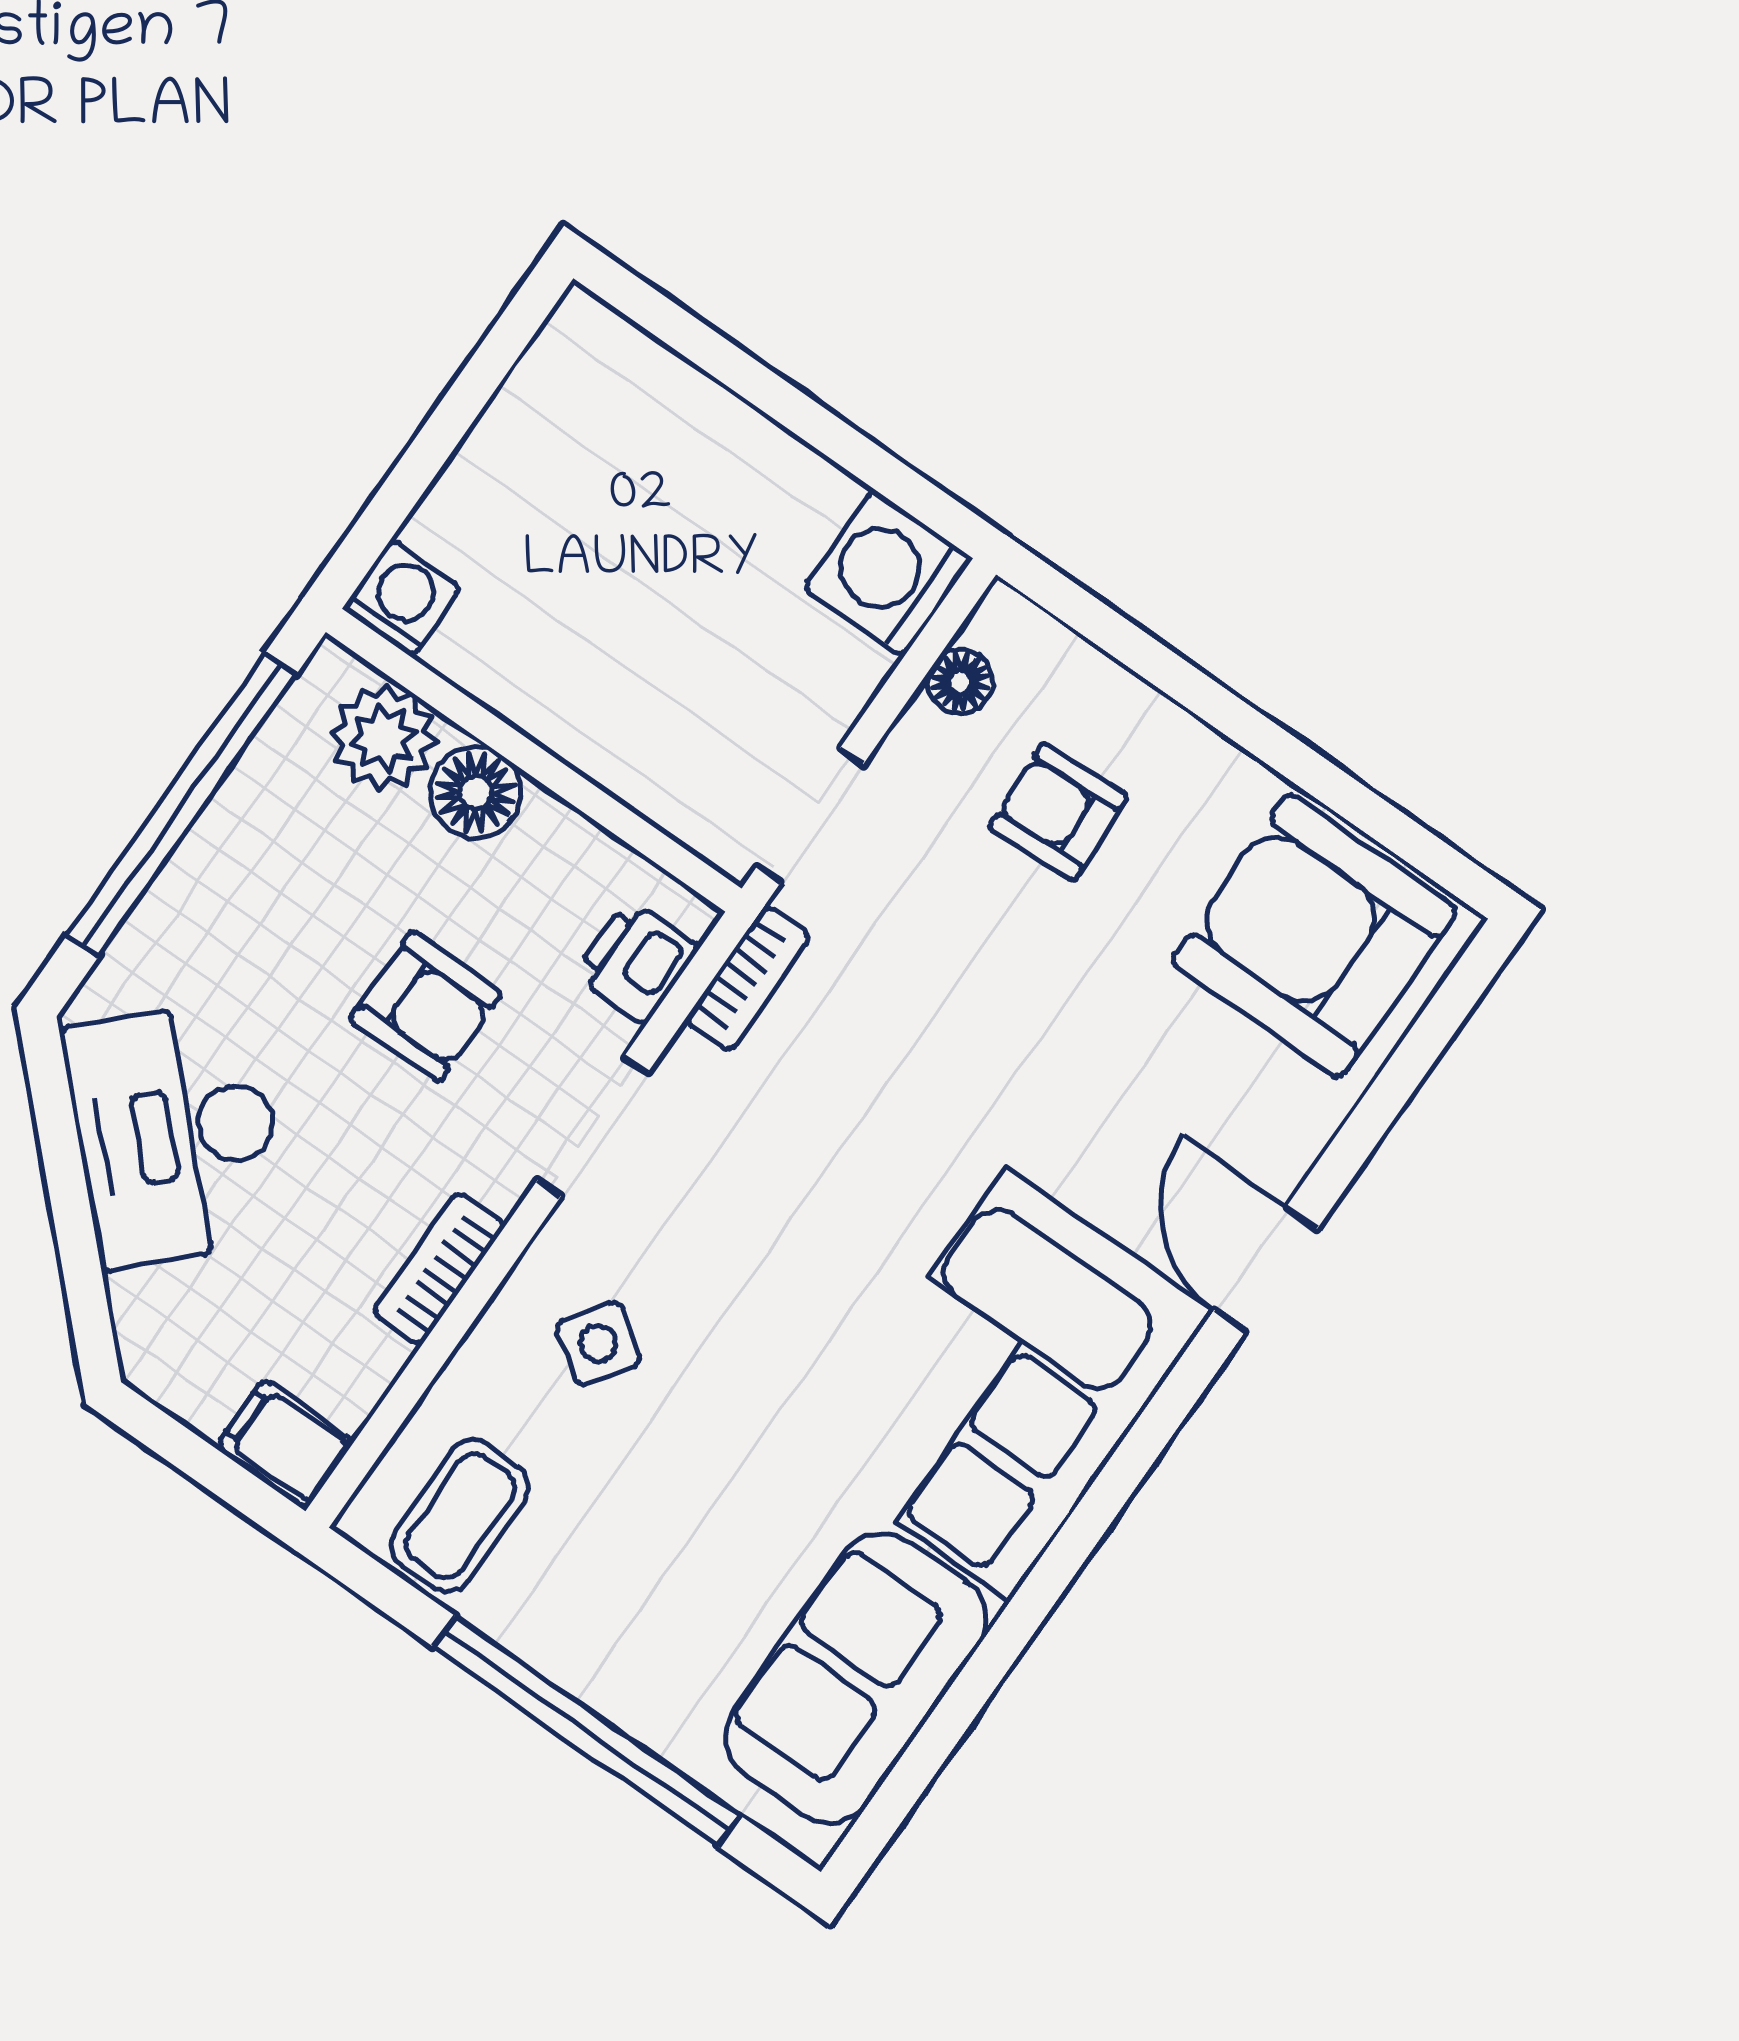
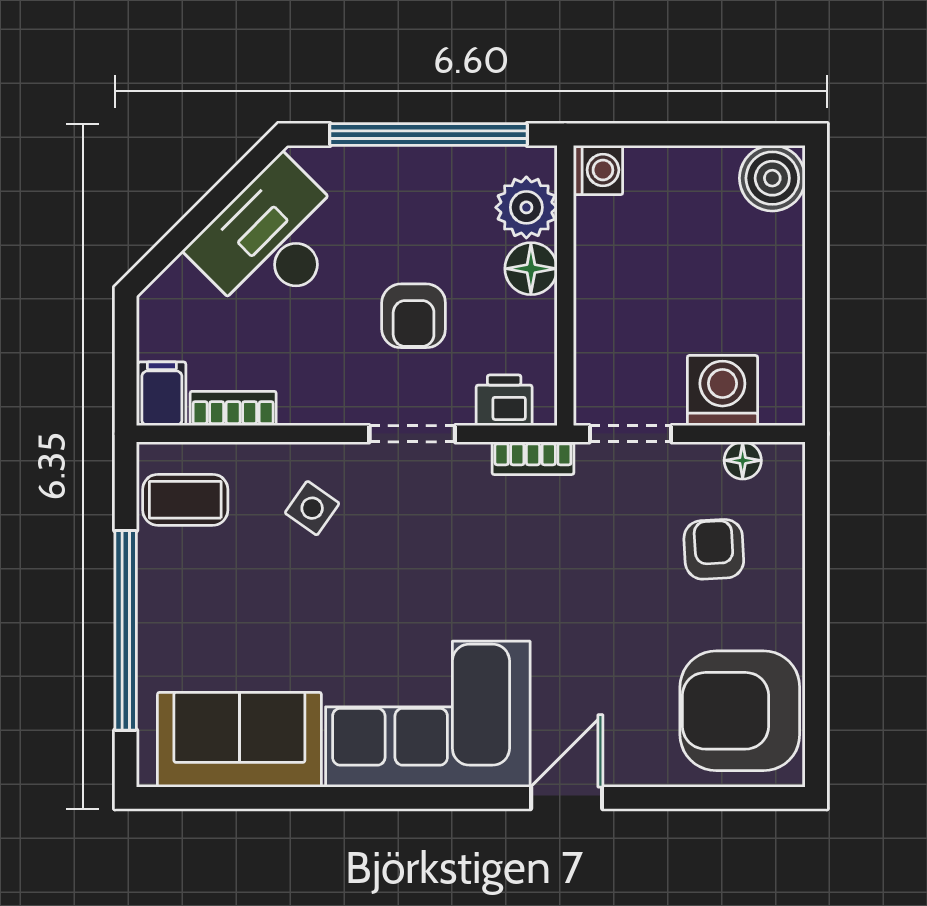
boiler: (587, 358) -> (772, 178), added
washing machine: (888, 573) -> (722, 391), moved
armchair: (1314, 936) -> (740, 711), turned -90
bookcase: (439, 1269) -> (233, 408), moved

